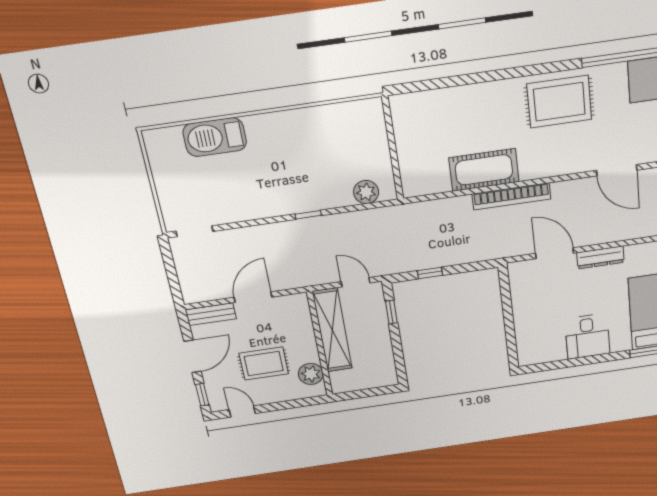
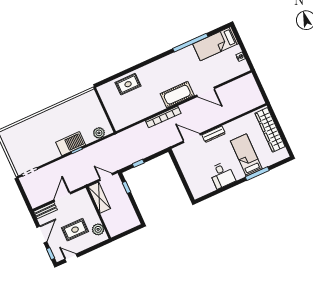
rug: (559, 102) -> (128, 84), moved, width x0.73, depth x0.70
barbecue: (215, 137) -> (71, 144), moved, turned 180
cot: (484, 170) -> (177, 95), moved
shelving: (332, 330) -> (99, 198), width x0.68

